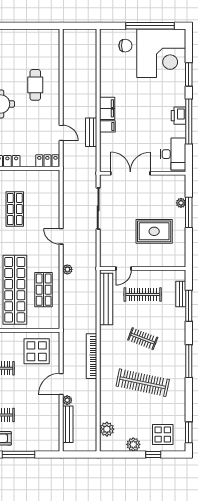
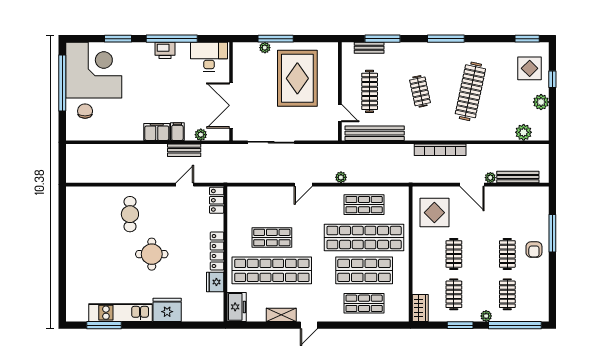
cafe table: (35, 85) -> (130, 214), turned 90
plant: (105, 147) -> (201, 135), added
rug: (154, 231) -> (297, 78), width x1.37, depth x1.44
clothes rail: (143, 339) -> (420, 91), turned -33

